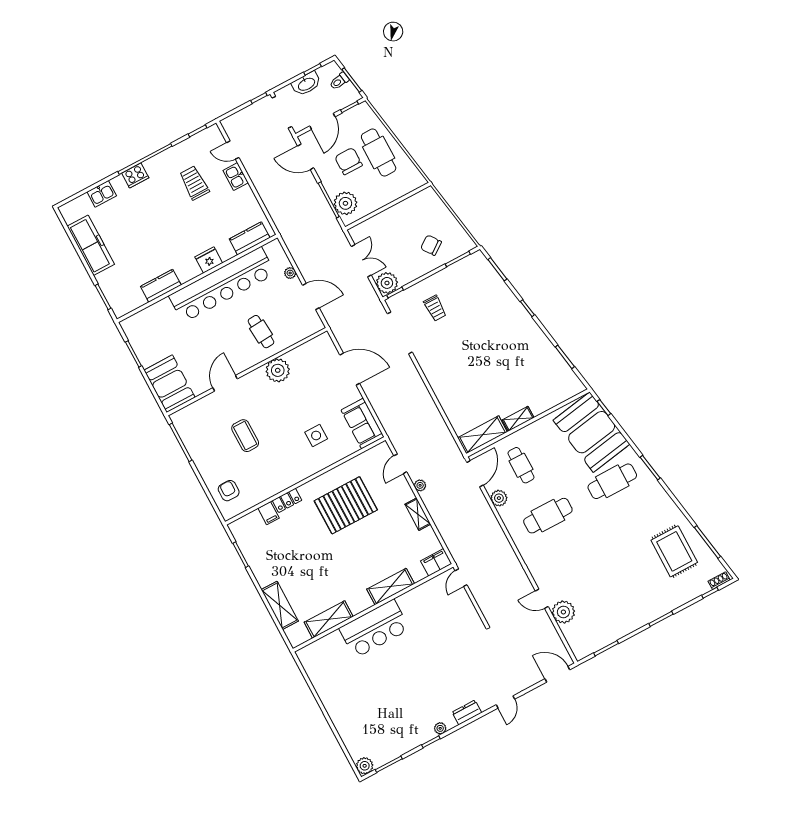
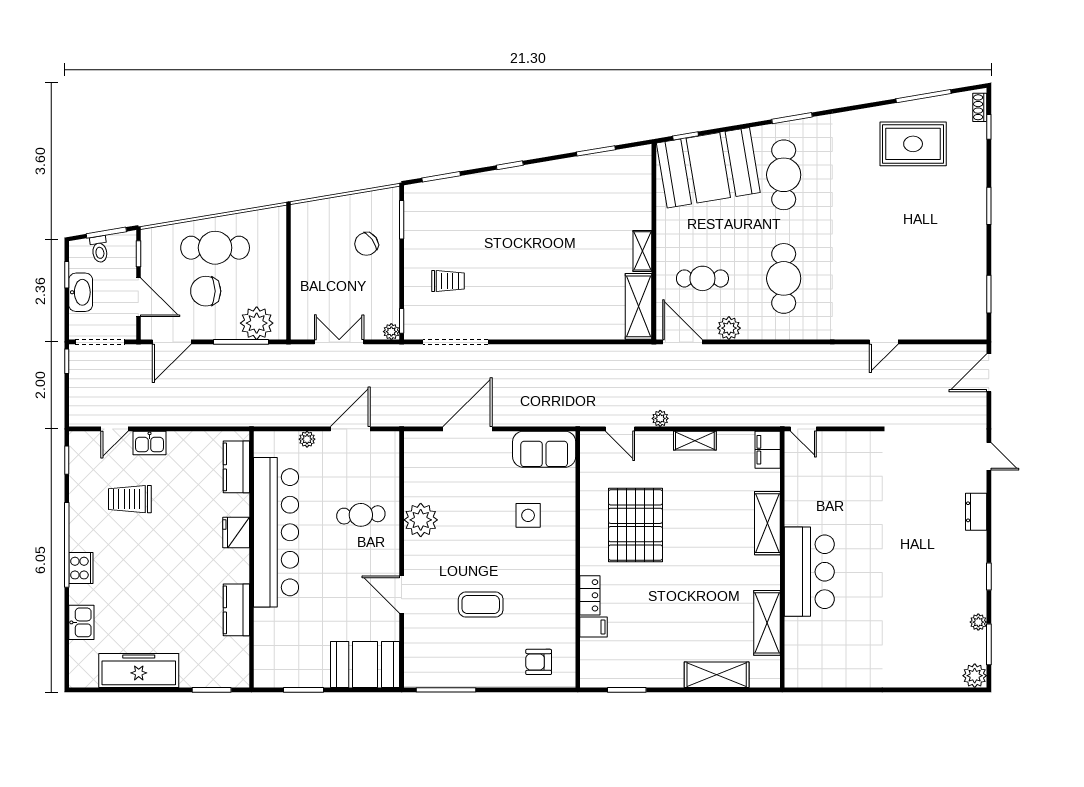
plant: (387, 283) -> (391, 332), width x0.53, depth x0.53
plant: (563, 612) -> (915, 324), removed
plant: (440, 728) -> (978, 622), moved

